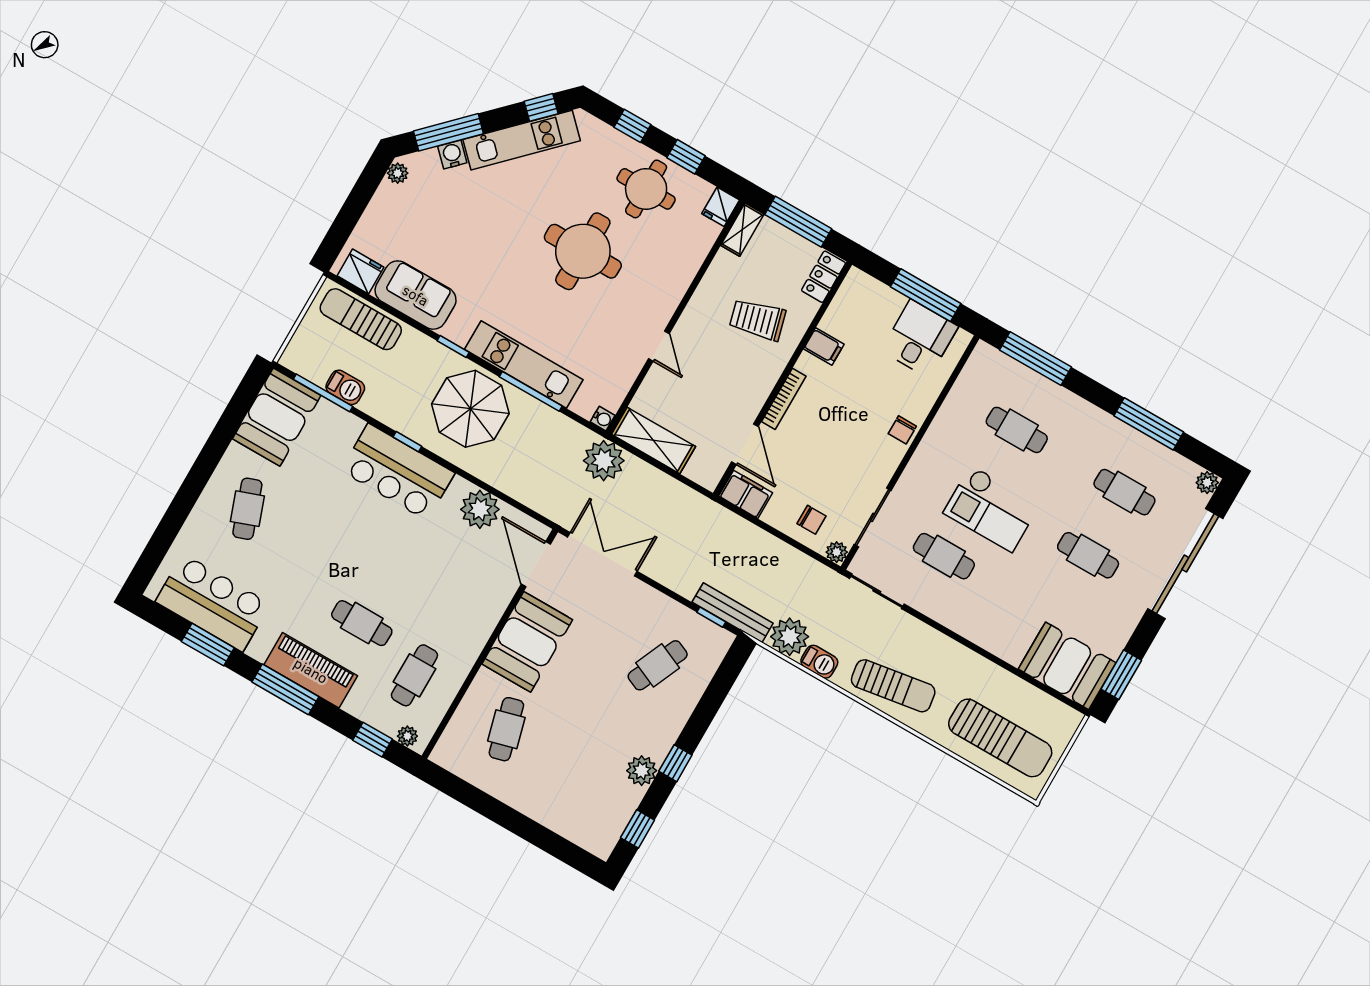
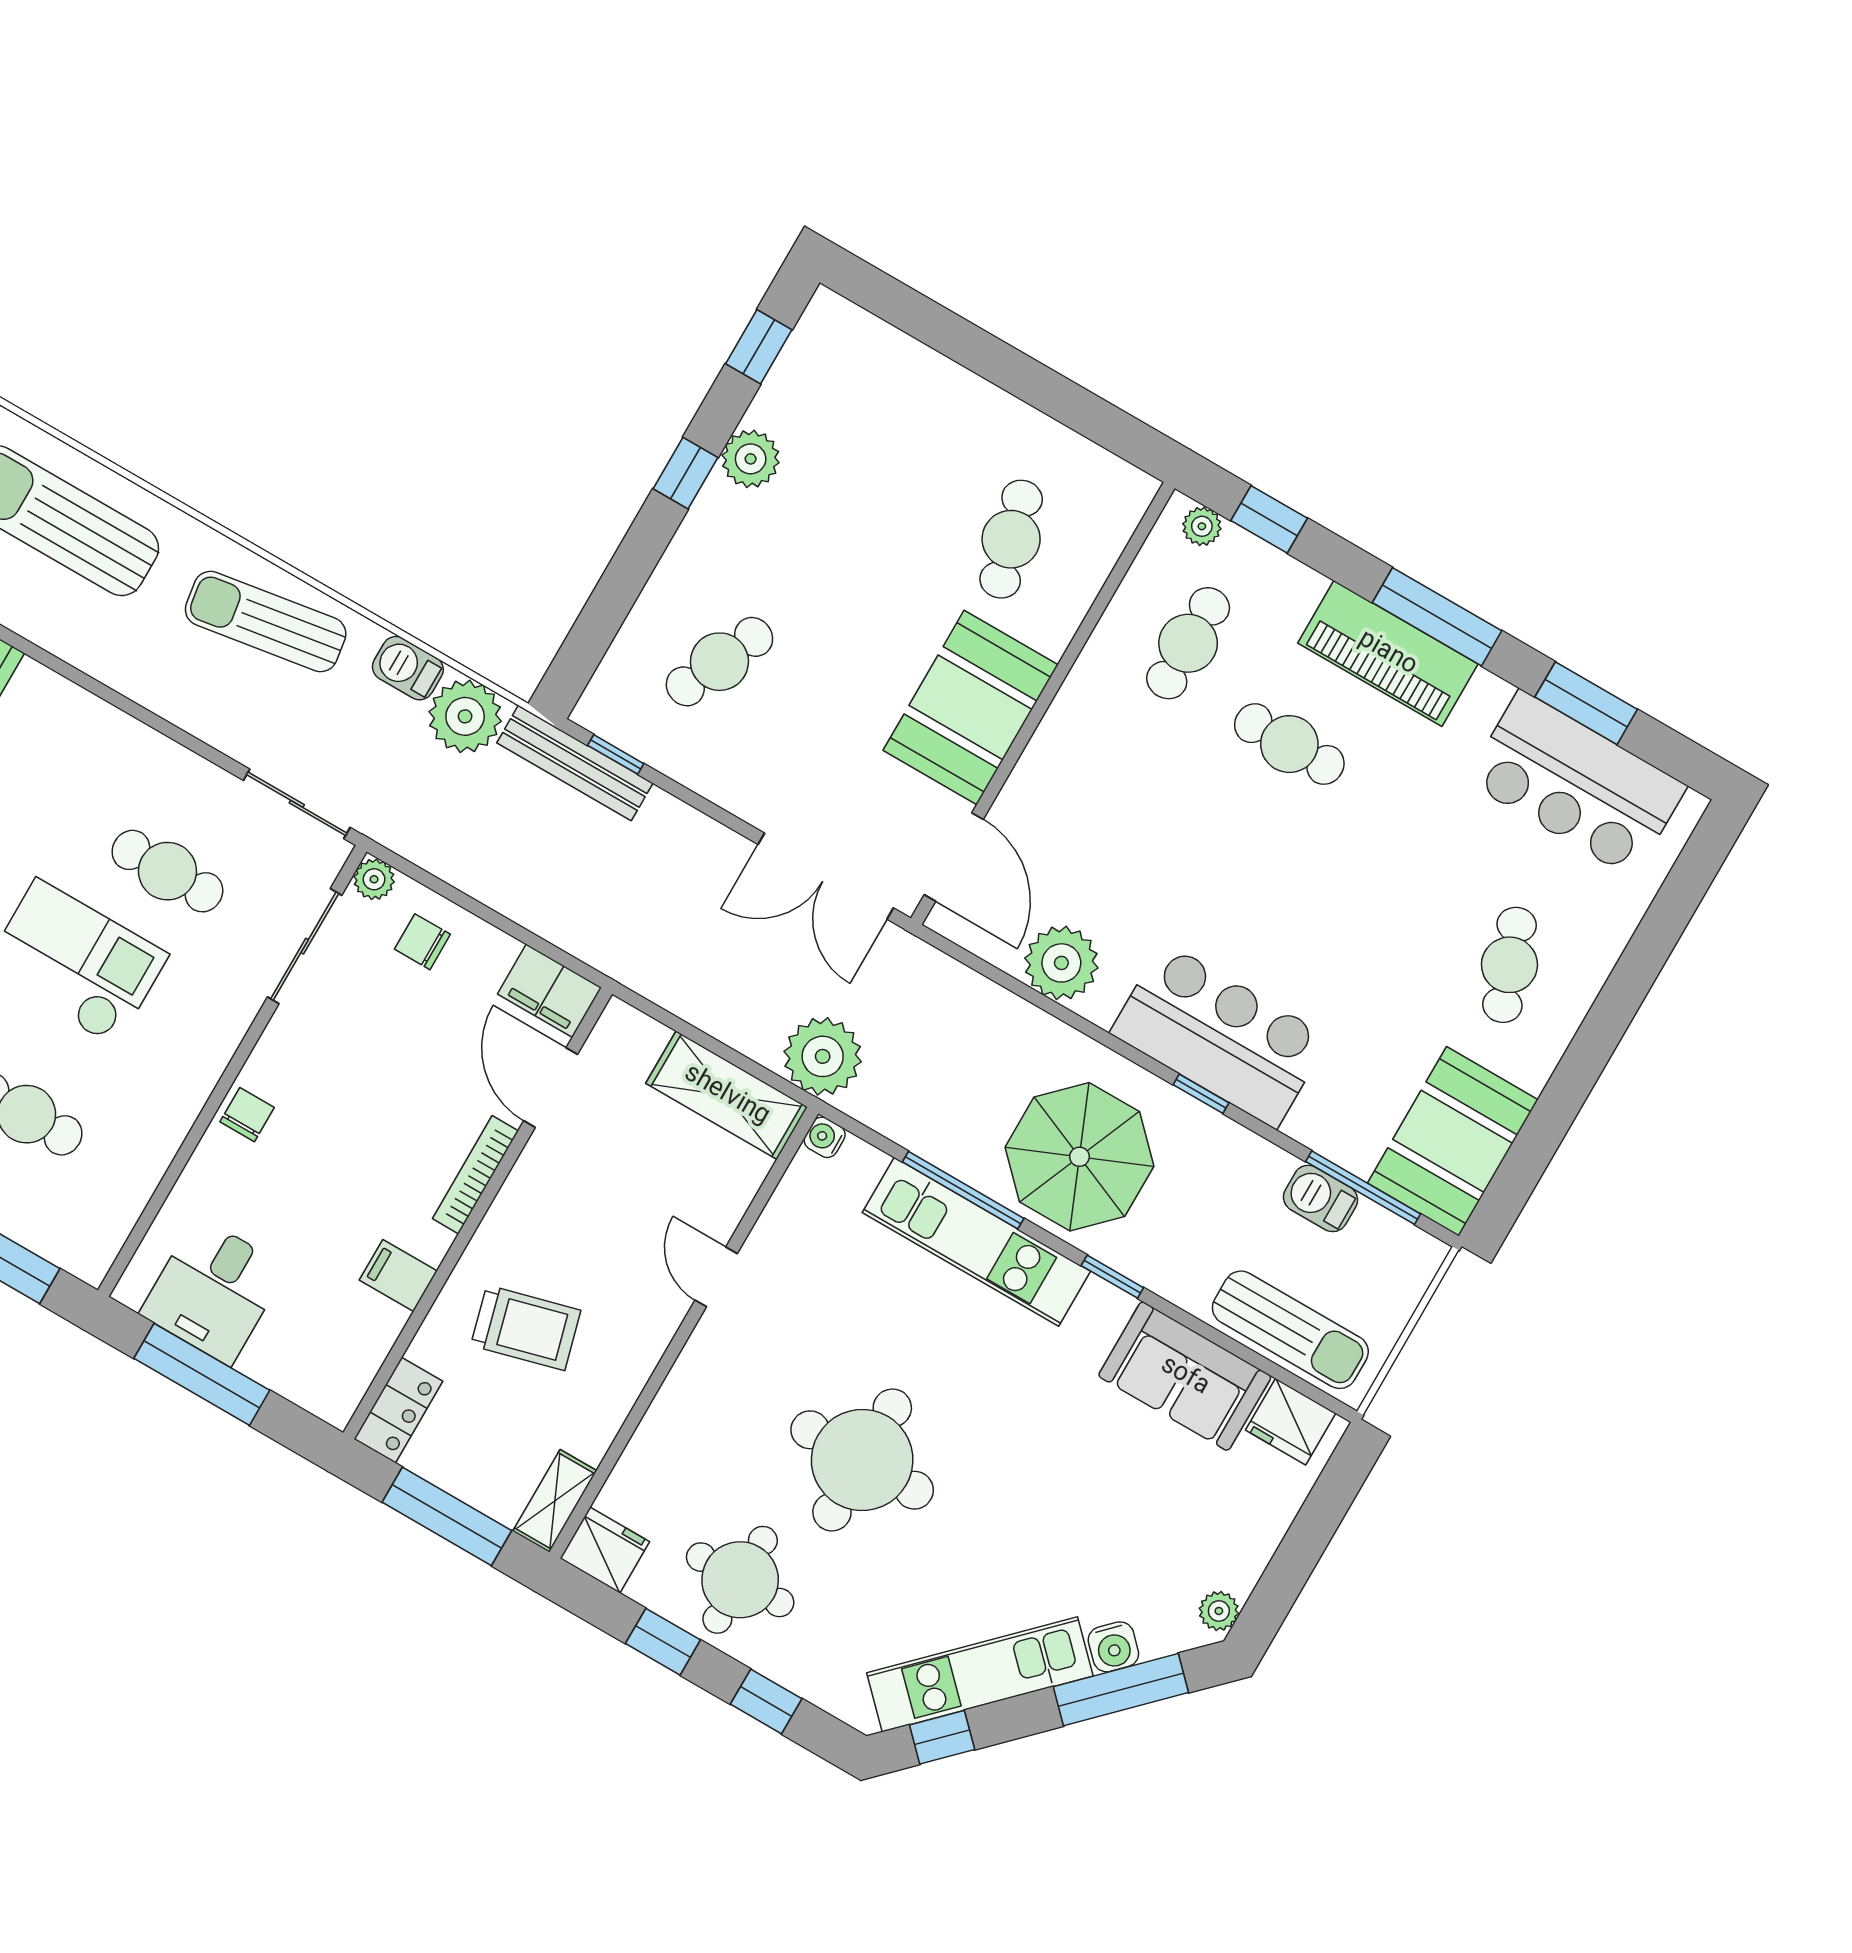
fridge: (721, 207) -> (605, 1550), width x1.38

